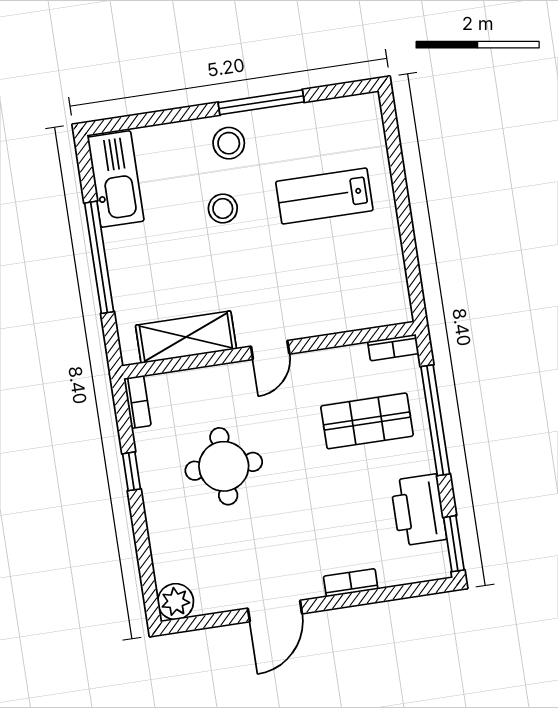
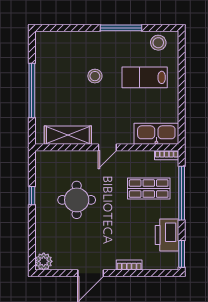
stool: (229, 143) -> (158, 43), moved
kitchen sink: (116, 179) -> (156, 134), moved, turned -90
bookcase: (137, 402) -> (40, 163), removed

